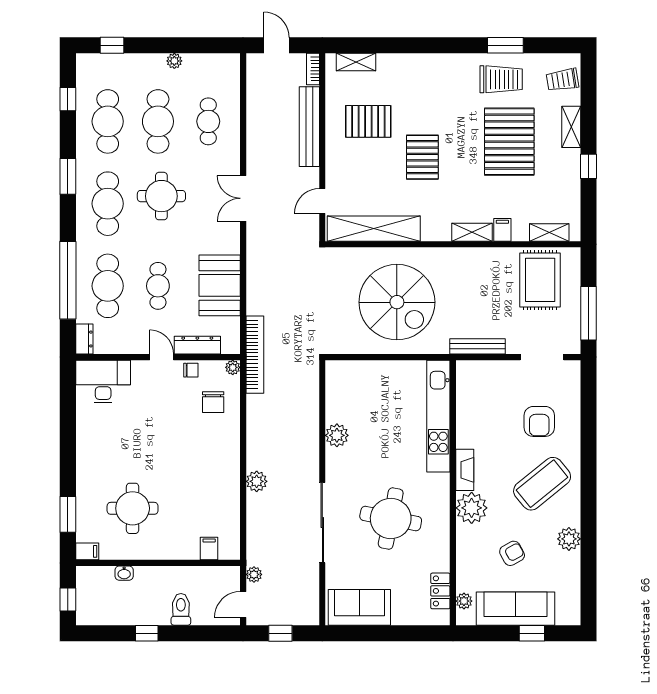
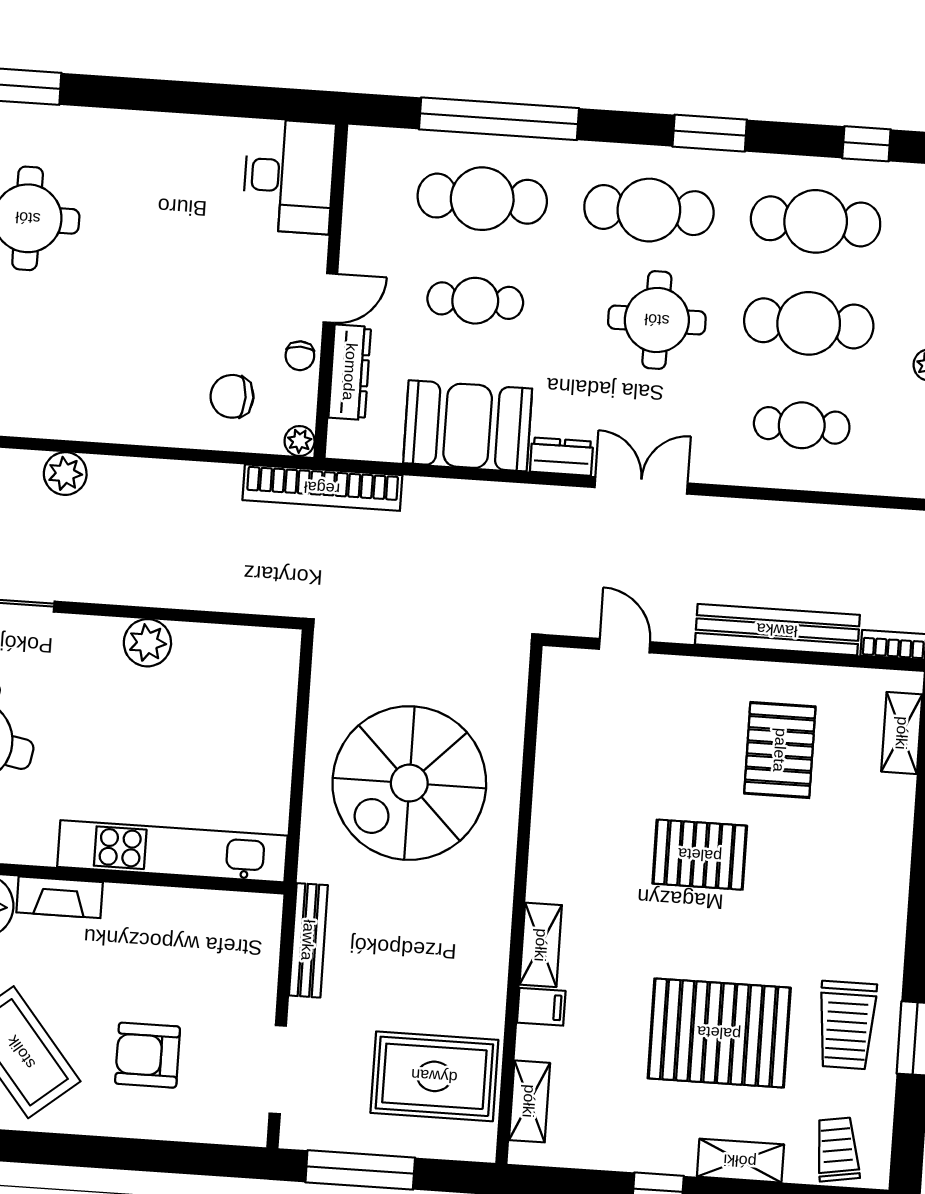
shelving: (374, 229) -> (562, 746), removed
dresser: (84, 339) -> (562, 457), moved, turned 180

